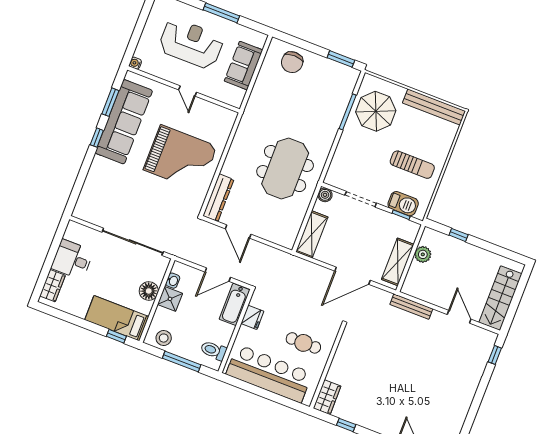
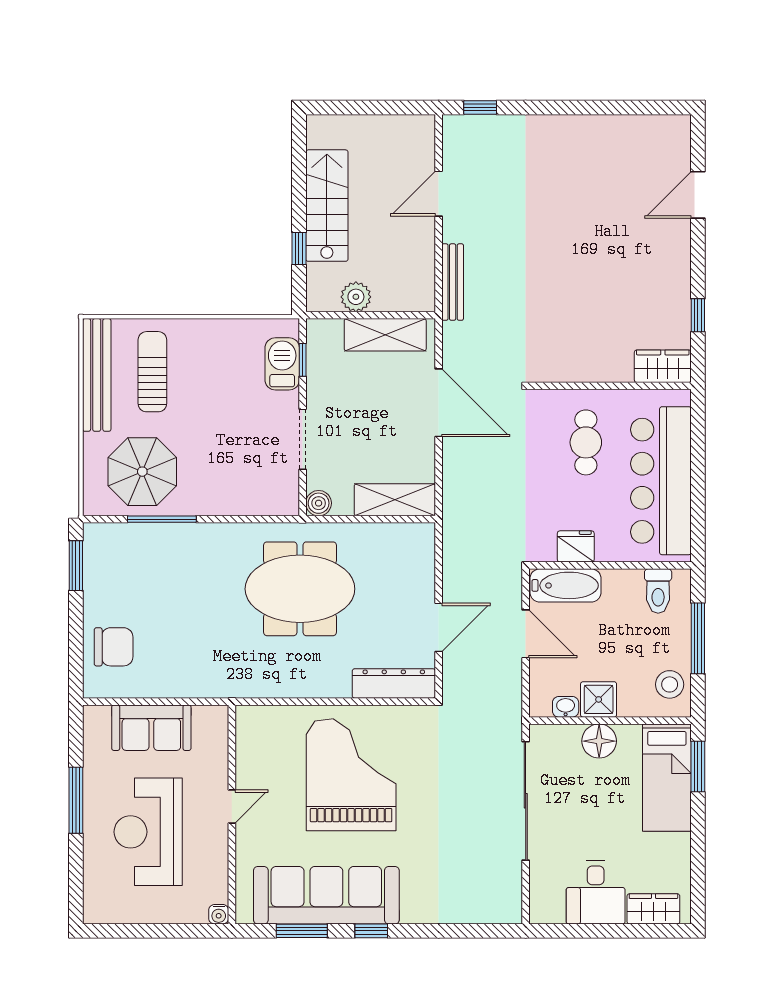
sun lounger: (412, 165) -> (152, 372), moved
stairs: (500, 298) -> (327, 206), moved, turned -90
window: (116, 336) -> (698, 767), width x1.50

